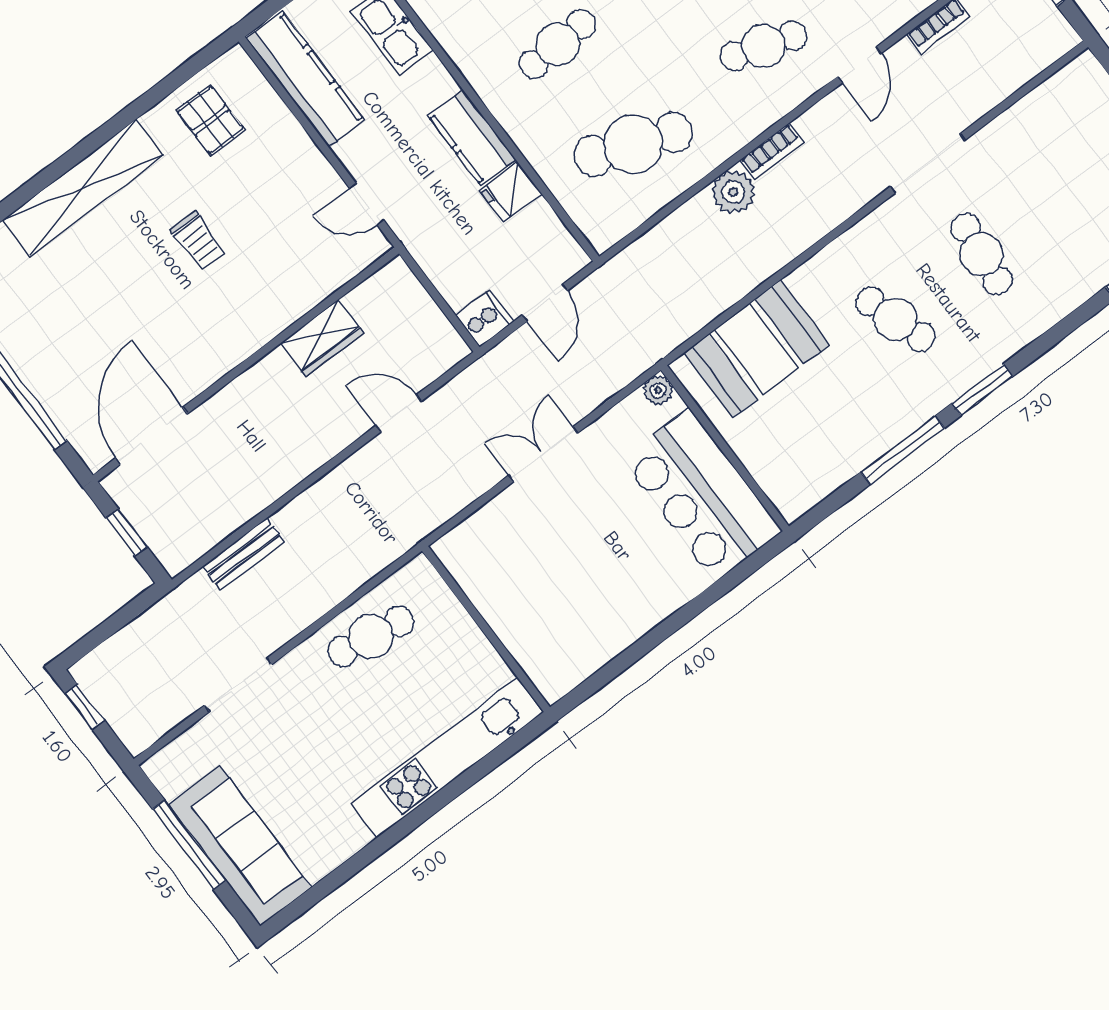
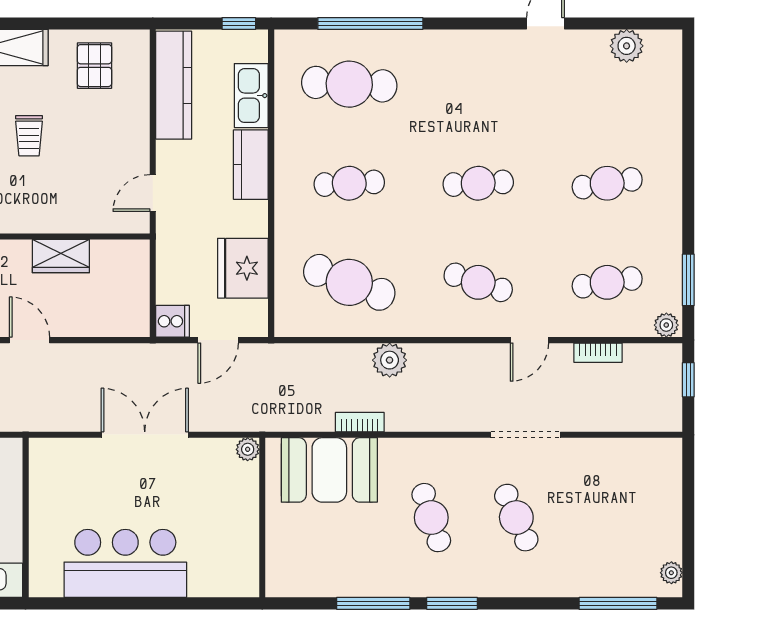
kitchen counter: (472, 138) -> (251, 165), moved
bookcase: (772, 151) -> (360, 422), moved, turned 180
fridge: (511, 192) -> (243, 268), width x1.88, depth x1.34
door: (367, 204) -> (153, 193), hinge flipped
cafe table: (981, 254) -> (516, 518), turned -30
door: (399, 413) -> (30, 340), moved
double door: (543, 454) -> (145, 435), width x1.37
bar counter: (702, 495) -> (125, 563), moved, turned 90

